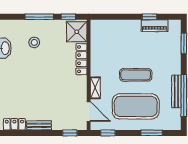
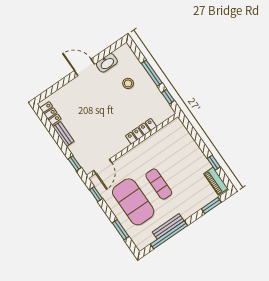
piano: (155, 26) -> (216, 181), moved
shower: (77, 32) -> (161, 112), removed
shelving: (95, 88) -> (125, 159), removed

